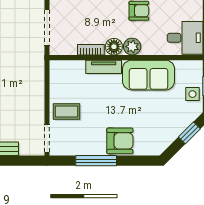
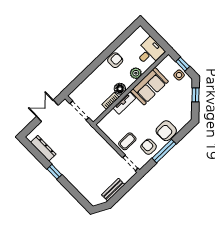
plant: (132, 47) -> (136, 73), moved
armchair: (84, 140) -> (149, 147), added
armchair: (120, 141) -> (166, 131), turned 180

